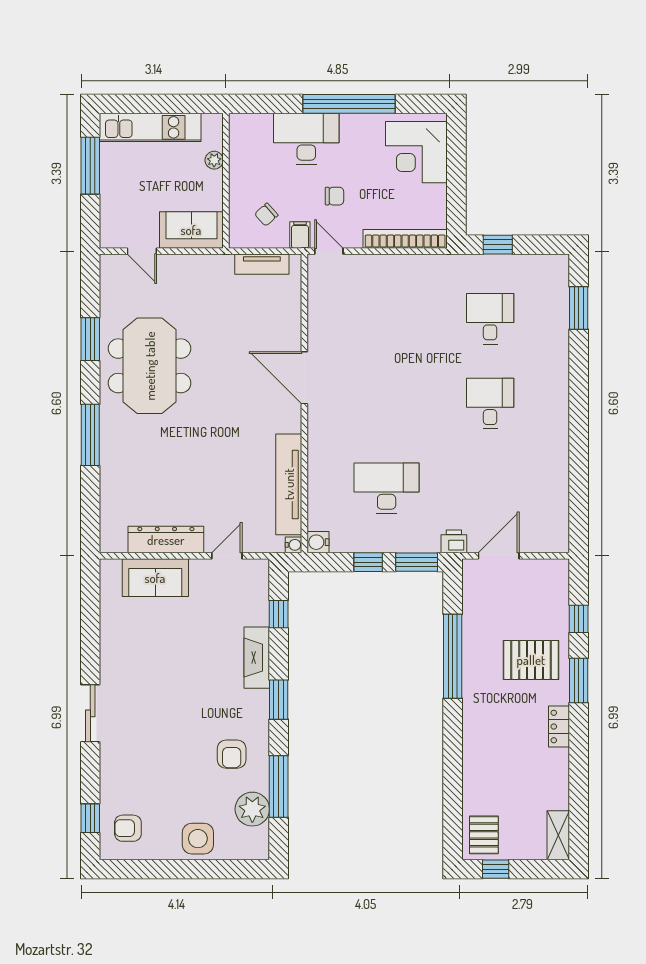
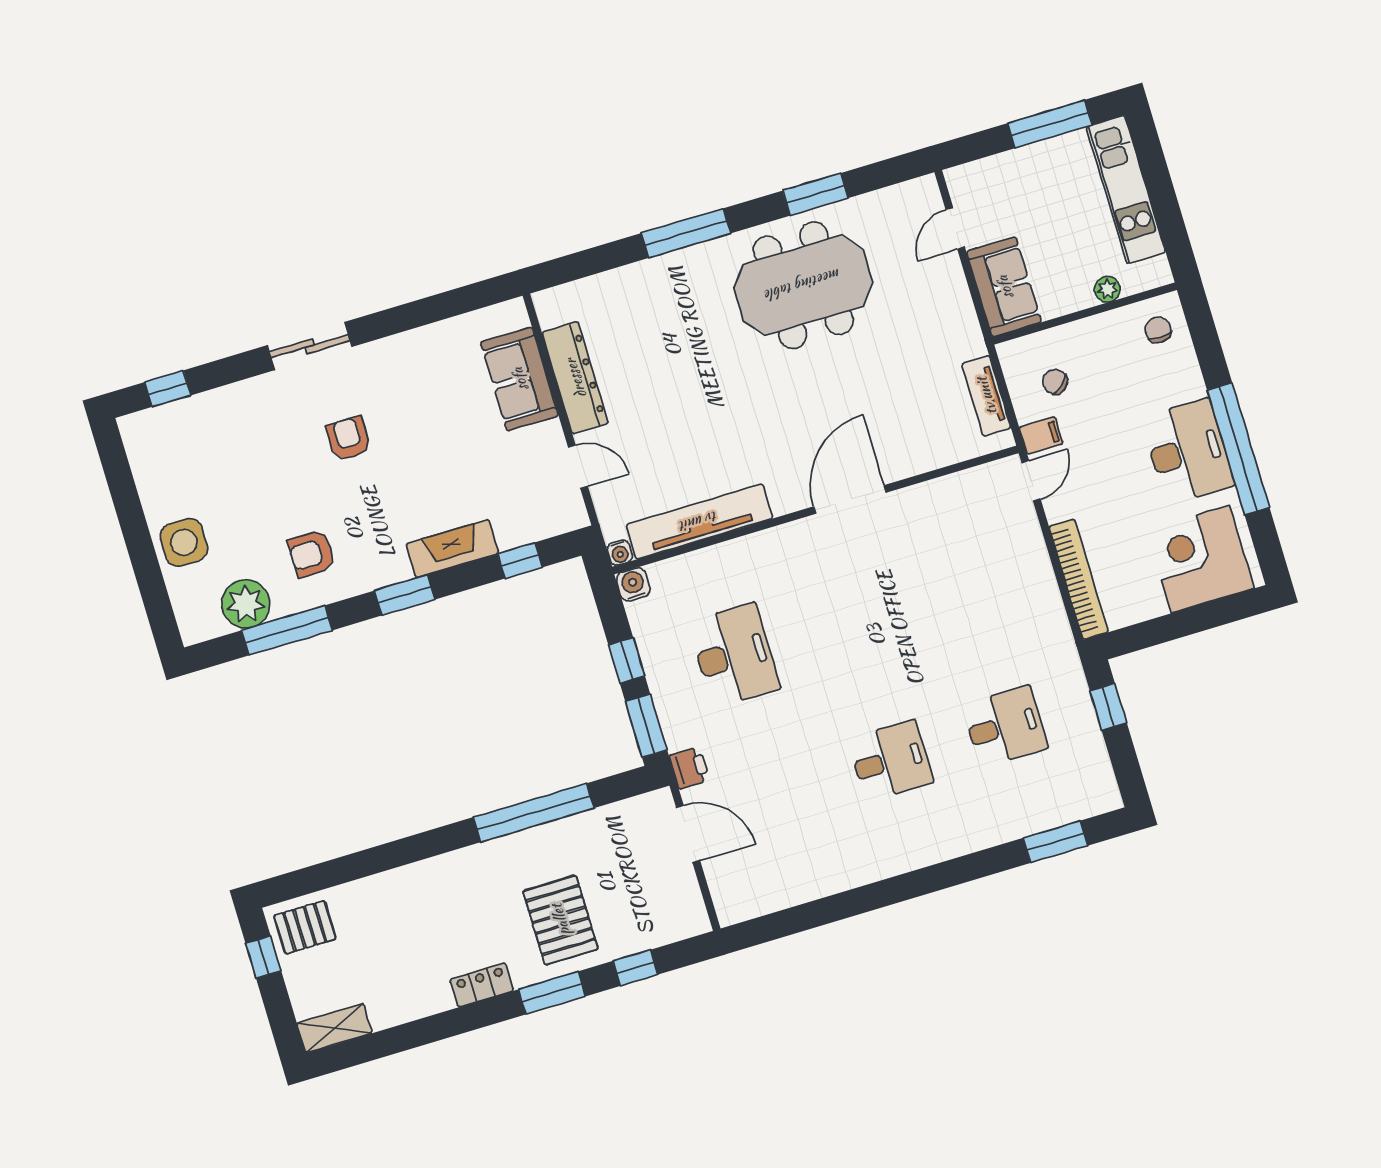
desk: (306, 139) -> (1188, 452), moved
chair: (334, 196) -> (1158, 330), moved, turned 180
armchair: (128, 828) -> (348, 438), moved

